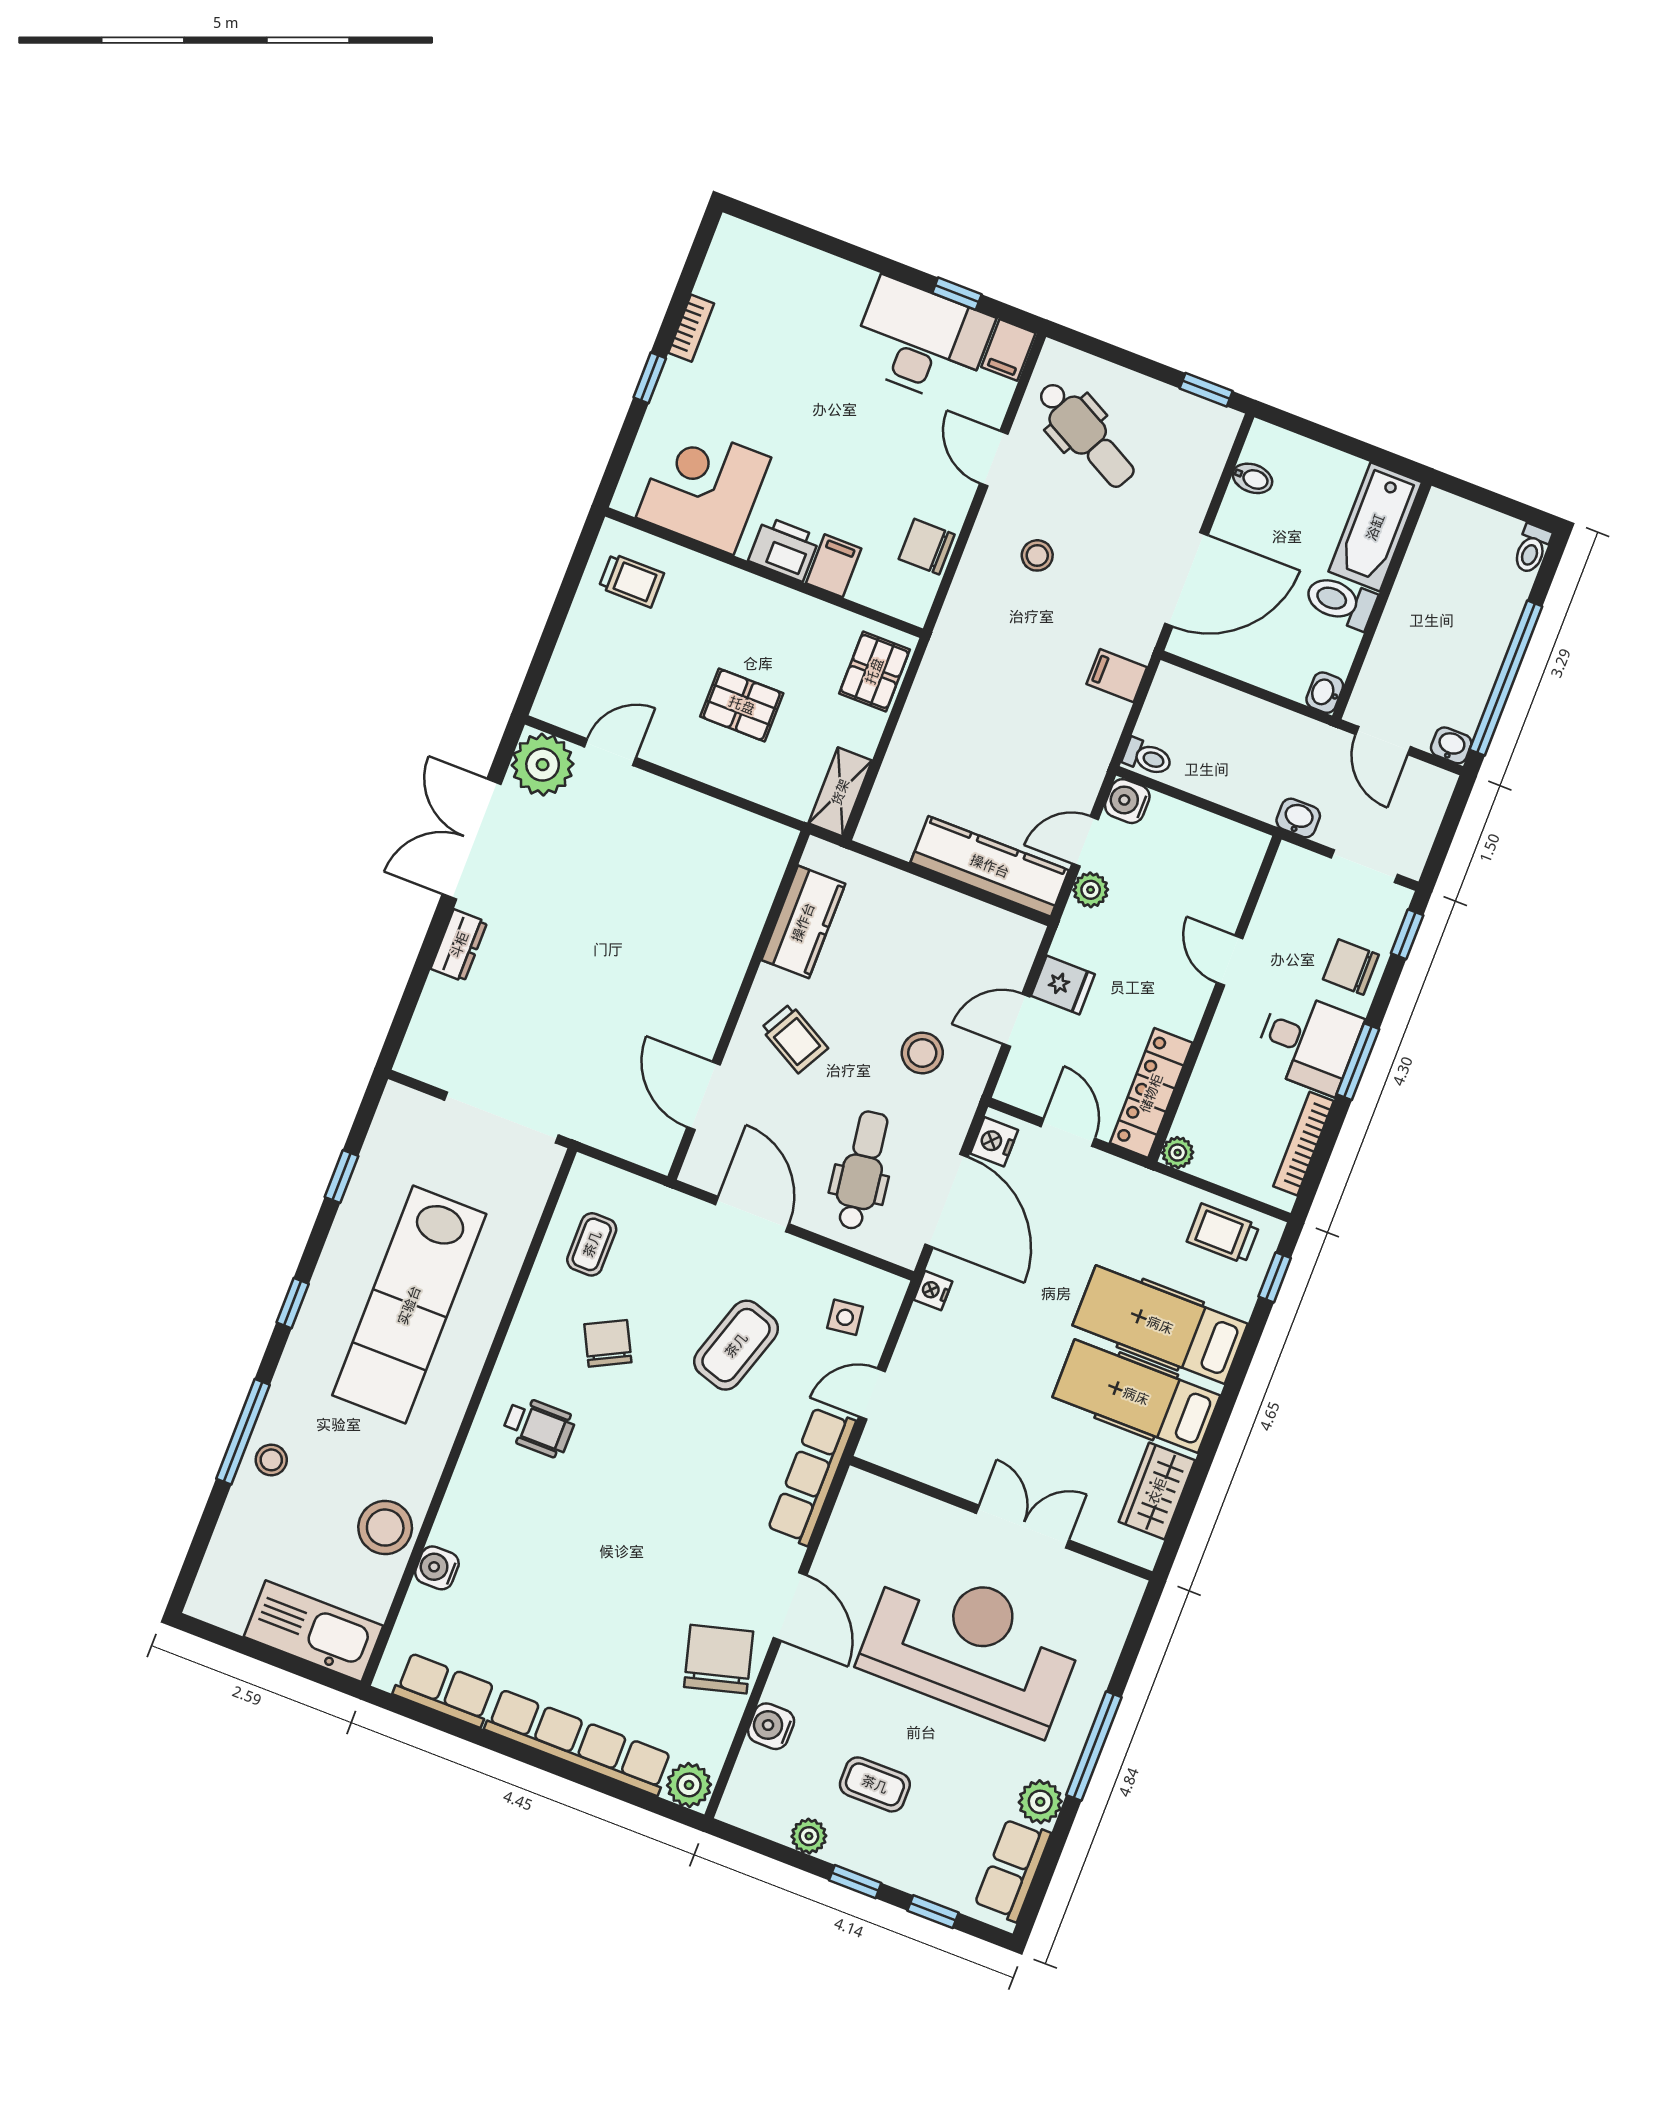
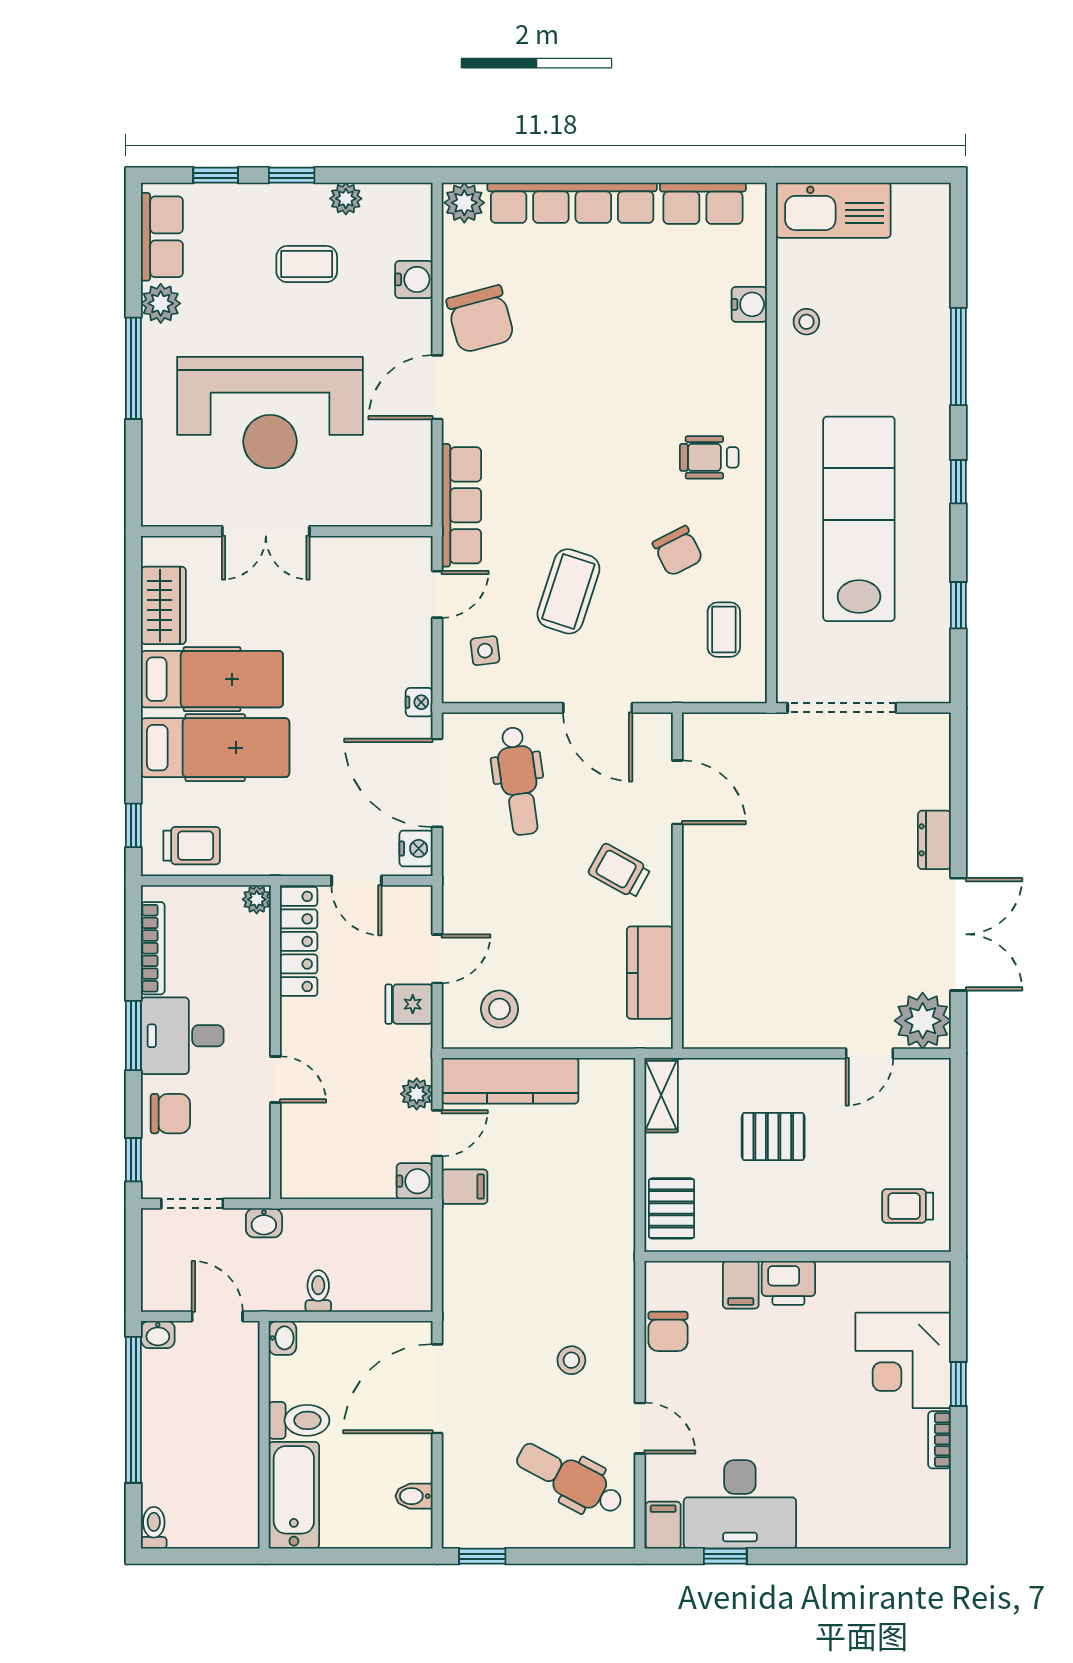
corner desk: (703, 488) -> (903, 1360), moved, turned 90
chair: (927, 547) -> (668, 1331), turned 90
filing cabinet: (1117, 676) -> (465, 1187), moved
toilet: (1148, 757) -> (318, 1291), moved, turned 90
stool: (922, 1053) -> (499, 1009), moved
stool: (271, 1460) -> (925, 342), removed
stool: (385, 1528) -> (806, 322), width x0.53, depth x0.53
door: (790, 1606) -> (437, 387), hinge flipped

